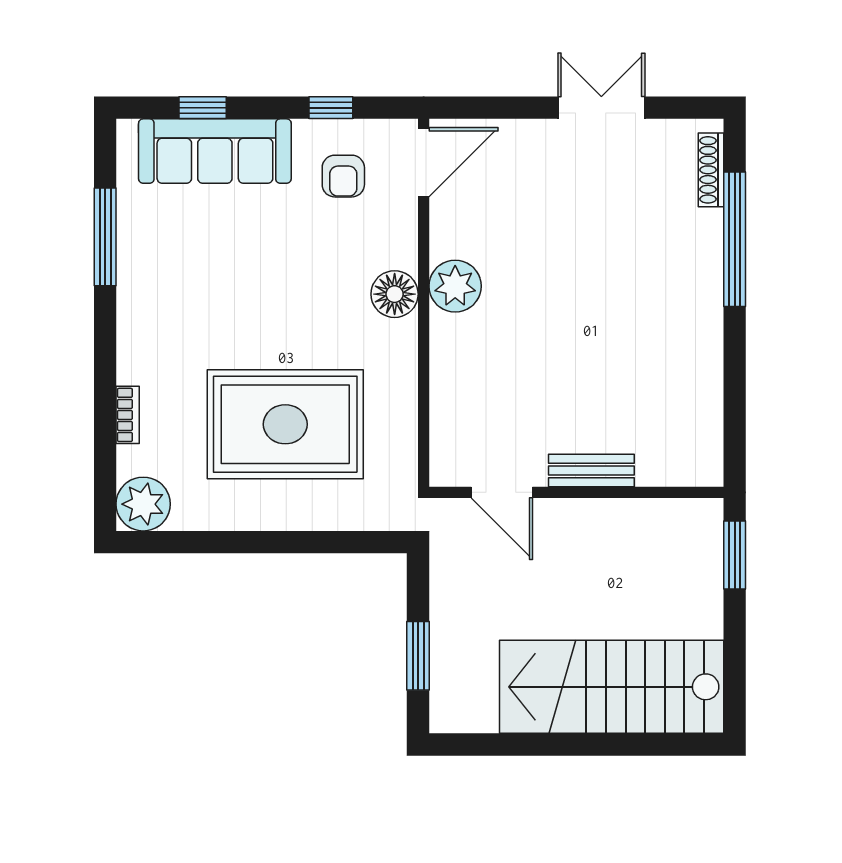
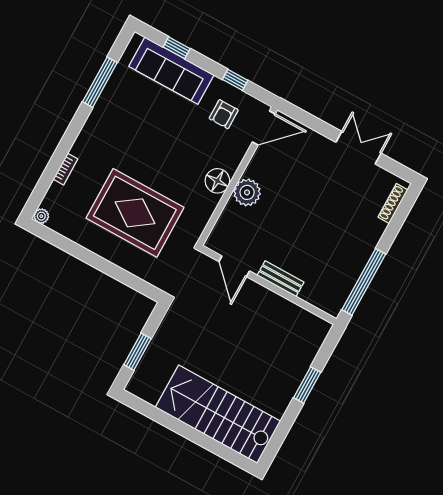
window: (735, 239) -> (364, 282), moved
bench: (591, 471) -> (280, 279), moved
door: (502, 492) -> (234, 266), moved
wall: (576, 492) -> (268, 285), moved
plant: (143, 504) -> (41, 216), width x0.53, depth x0.53

